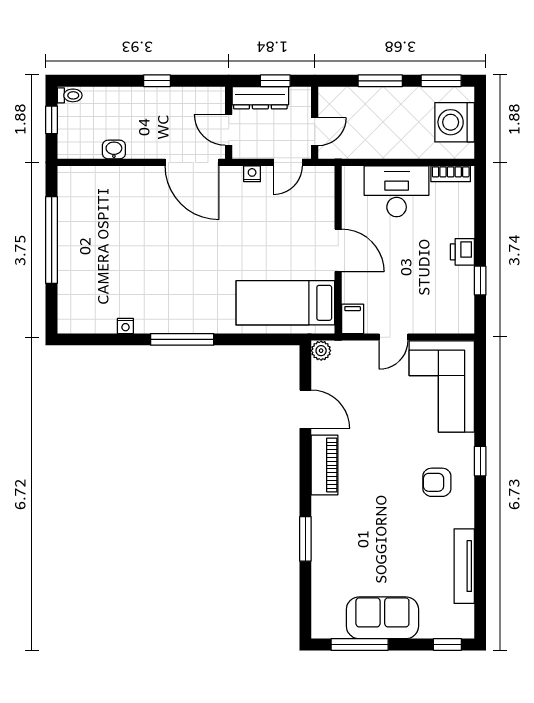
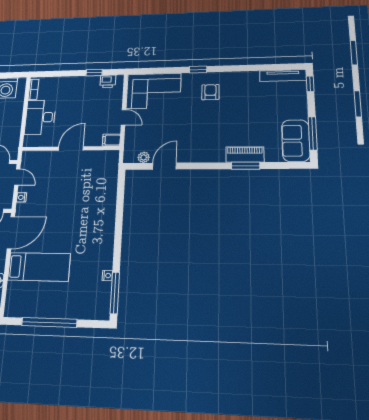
printer: (462, 252) -> (108, 81), moved
bed: (285, 303) -> (39, 267), moved, turned -90
window: (182, 339) -> (115, 293), moved
plant: (321, 351) -> (144, 157), moved
piano: (325, 465) -> (245, 154), moved
armchair: (437, 482) -> (210, 92), turned 180
tv unit: (464, 566) -> (283, 76), moved
sofa: (382, 618) -> (296, 141), moved

